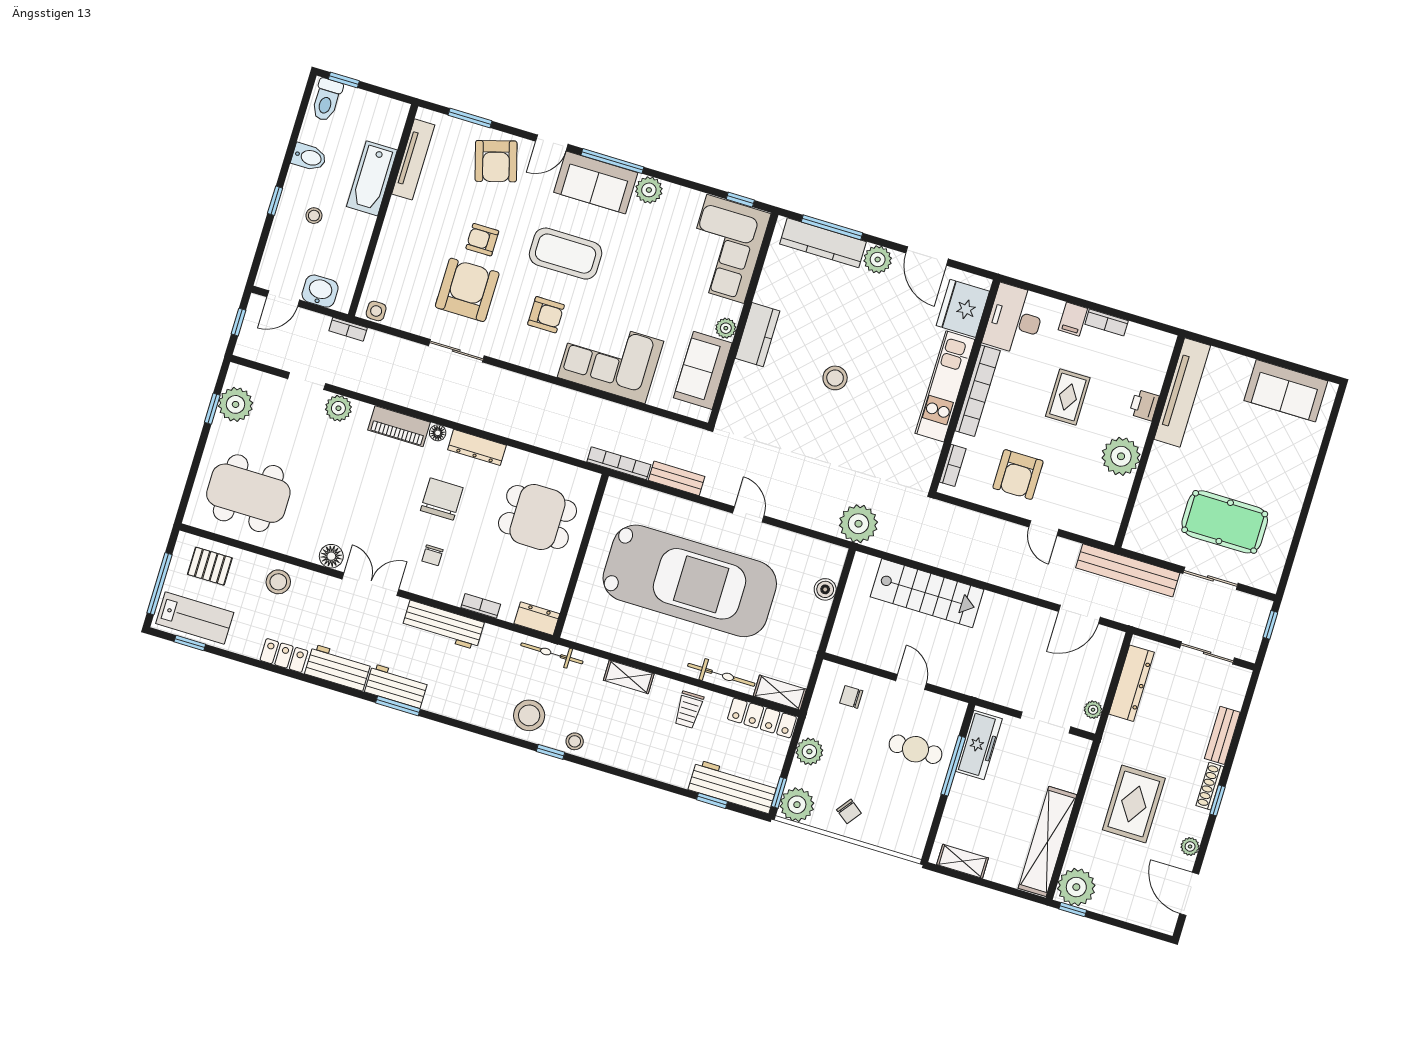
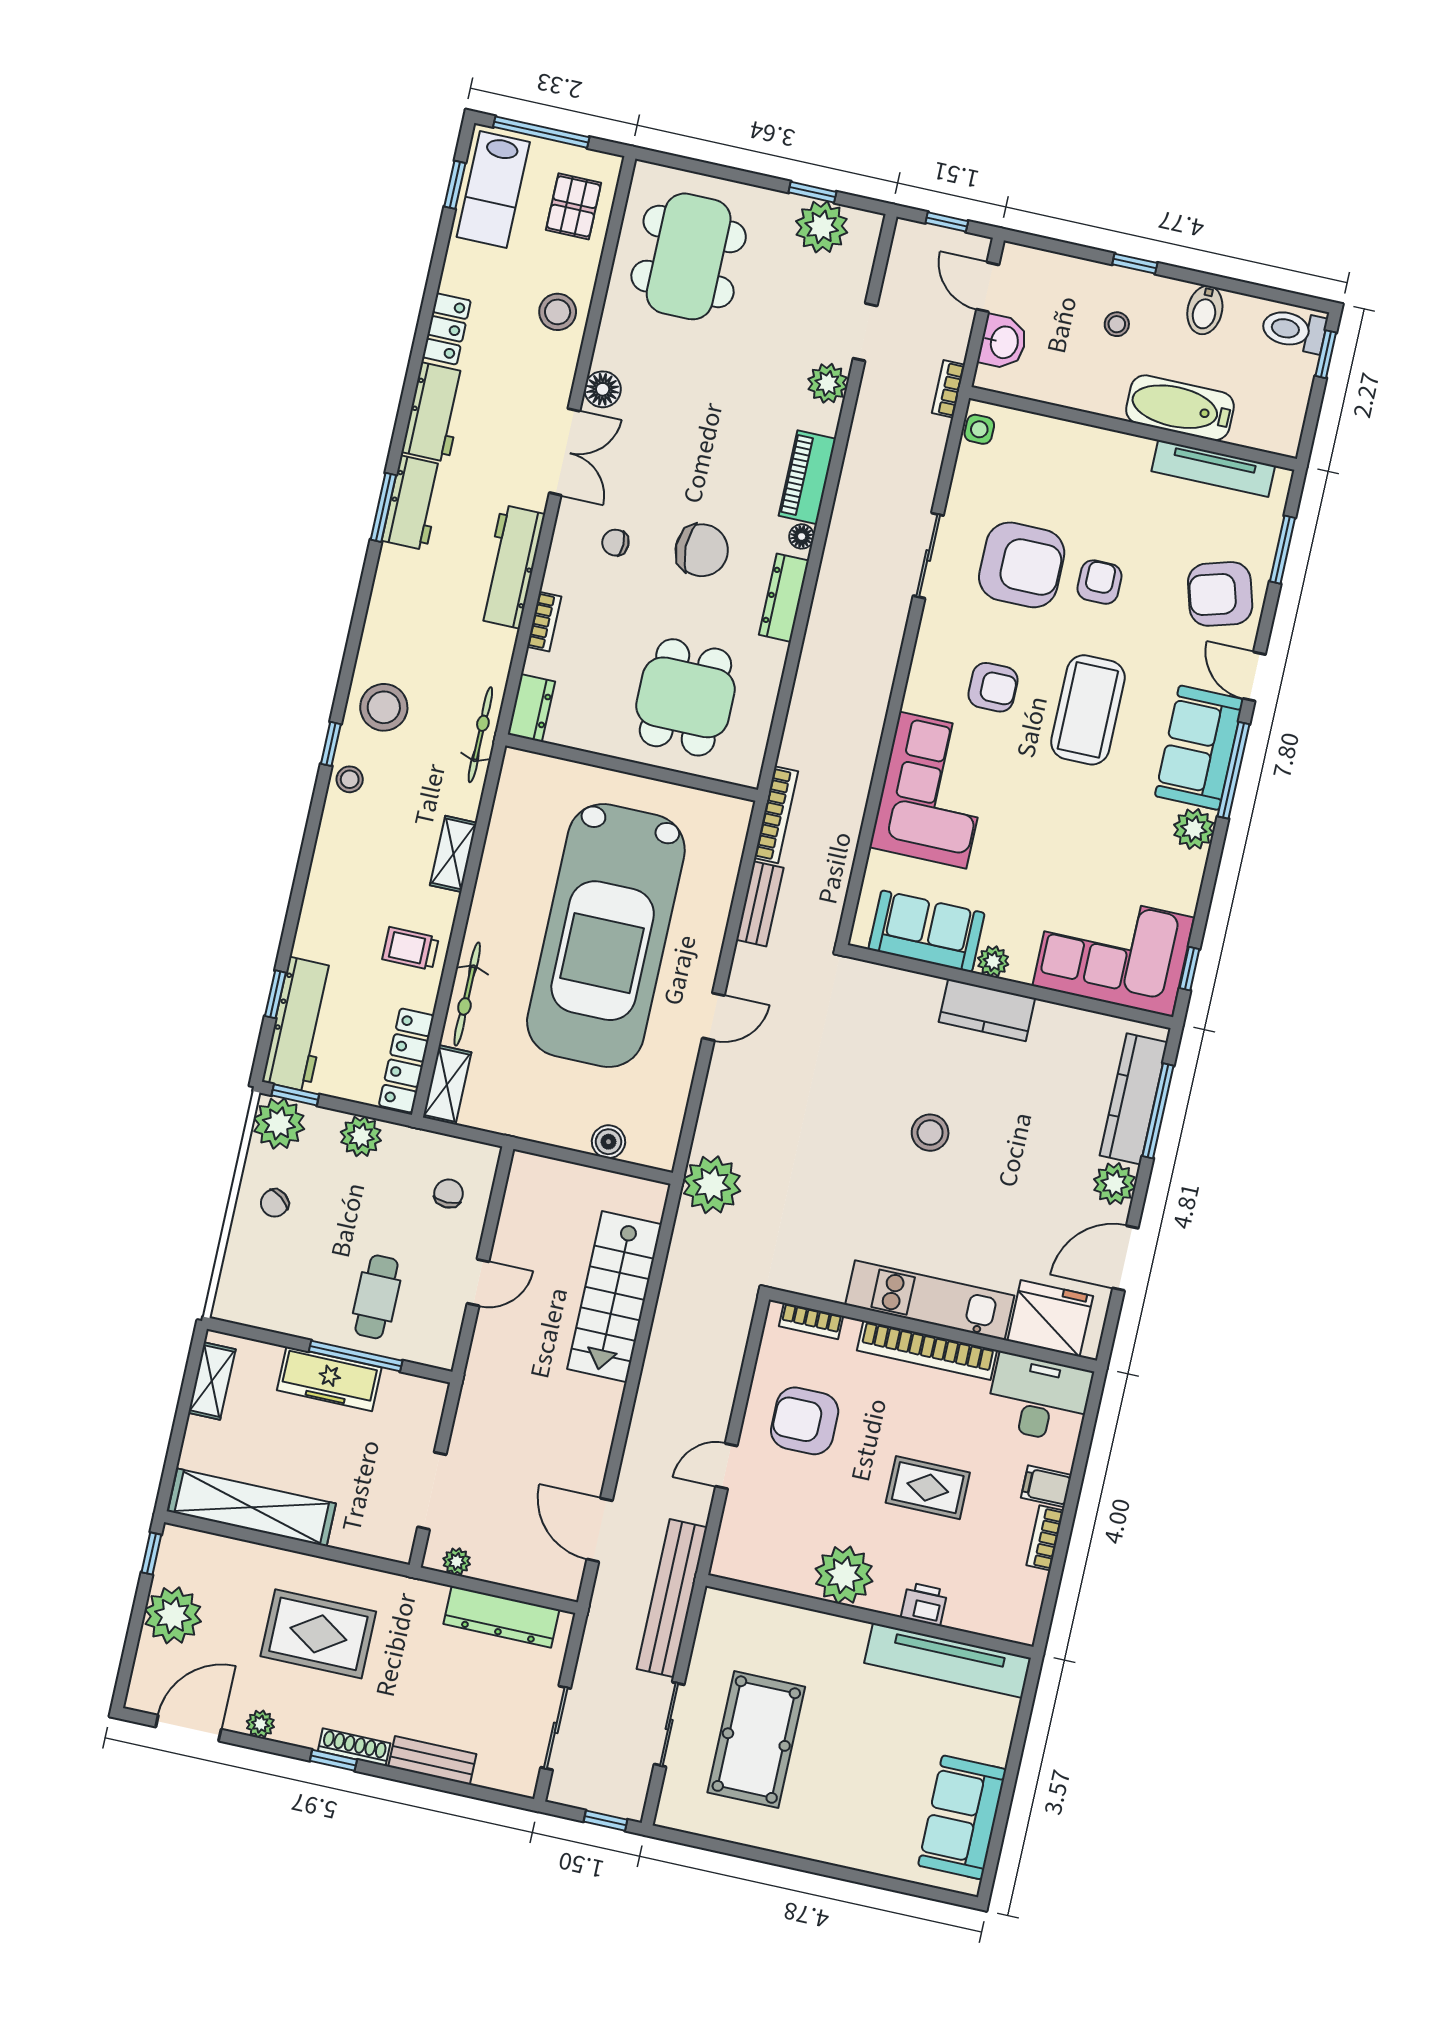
armchair: (546, 315) -> (993, 687), turned -90
freezer: (979, 745) -> (329, 1379), moved
plant: (1076, 887) -> (173, 1615), moved

